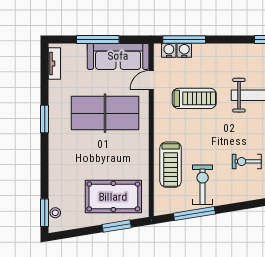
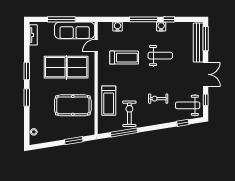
window: (184, 39) -> (143, 19), moved
water cooler: (169, 50) -> (161, 26), moved
pool table: (113, 197) -> (73, 105), moved
window: (45, 213) -> (27, 98), moved

